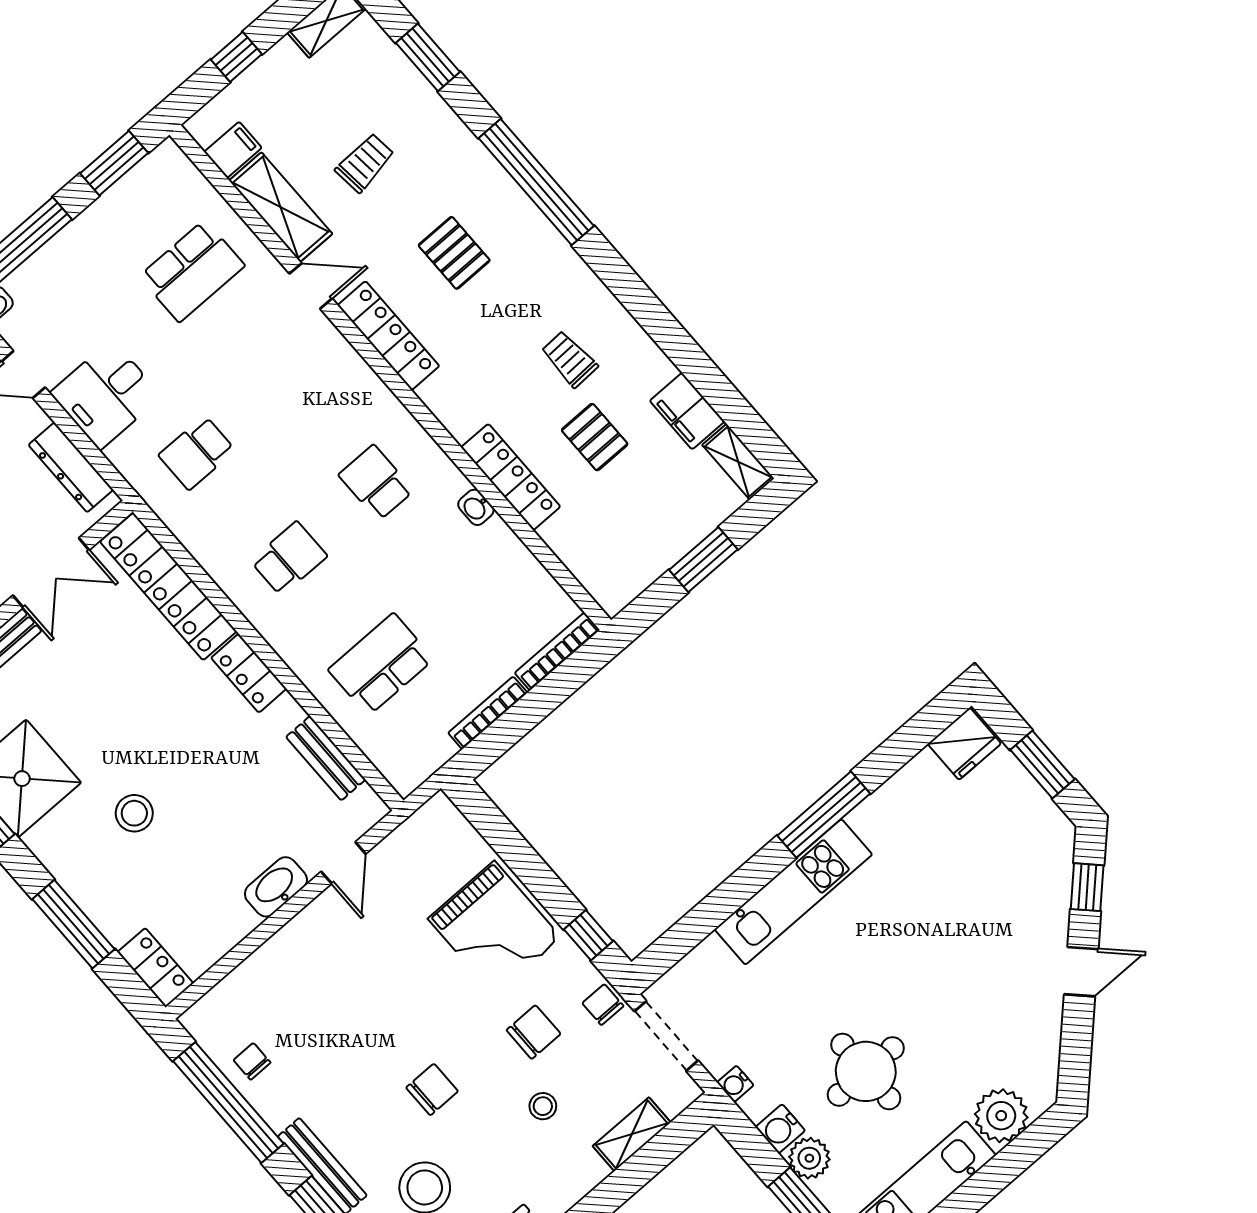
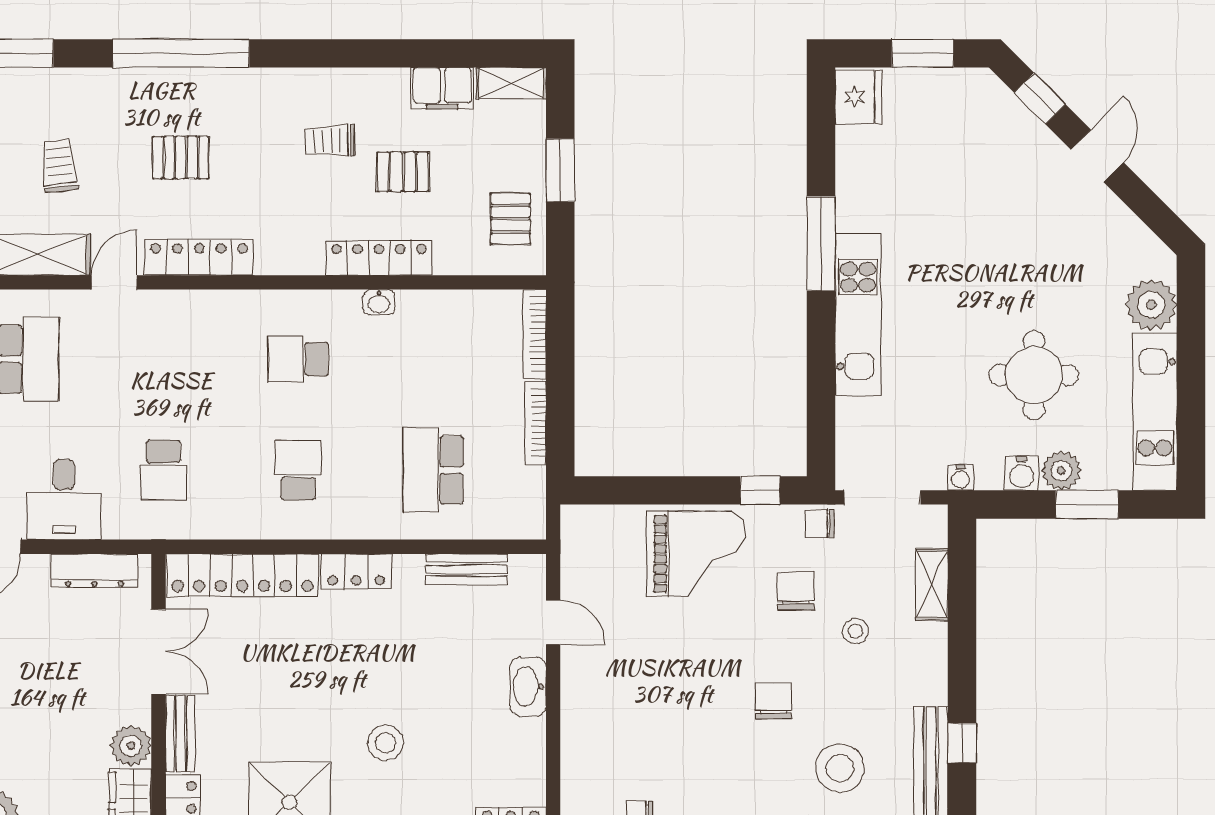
pallet: (631, 554) -> (510, 219), added

